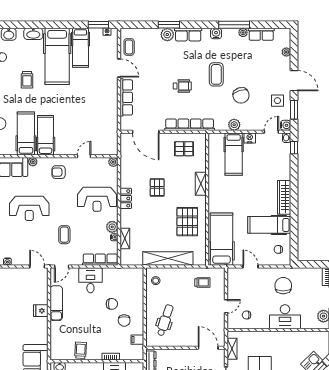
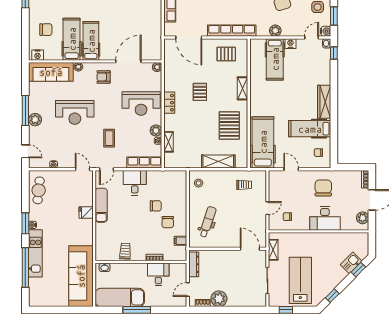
door: (84, 156) -> (128, 61), width x1.88
shelving: (168, 259) -> (218, 162), width x0.68

